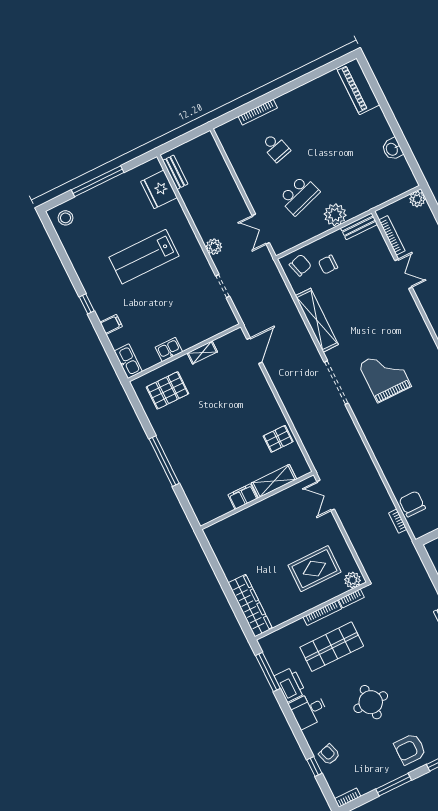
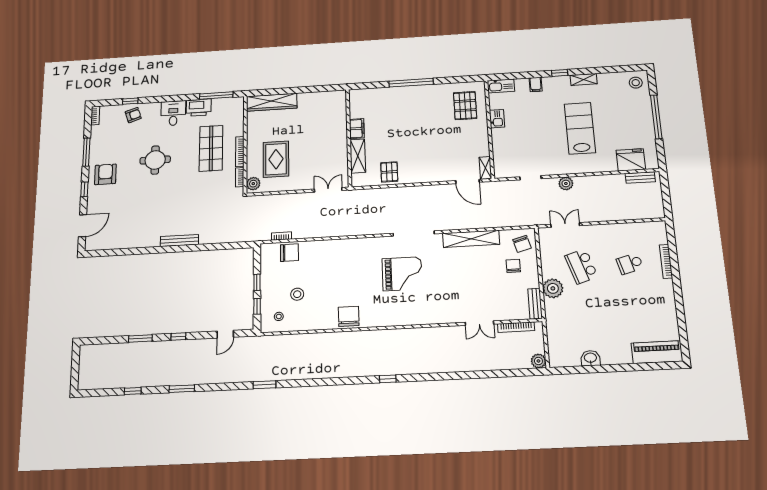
shelving: (84, 275) -> (584, 79), added
shelving: (202, 352) -> (485, 168), moved

